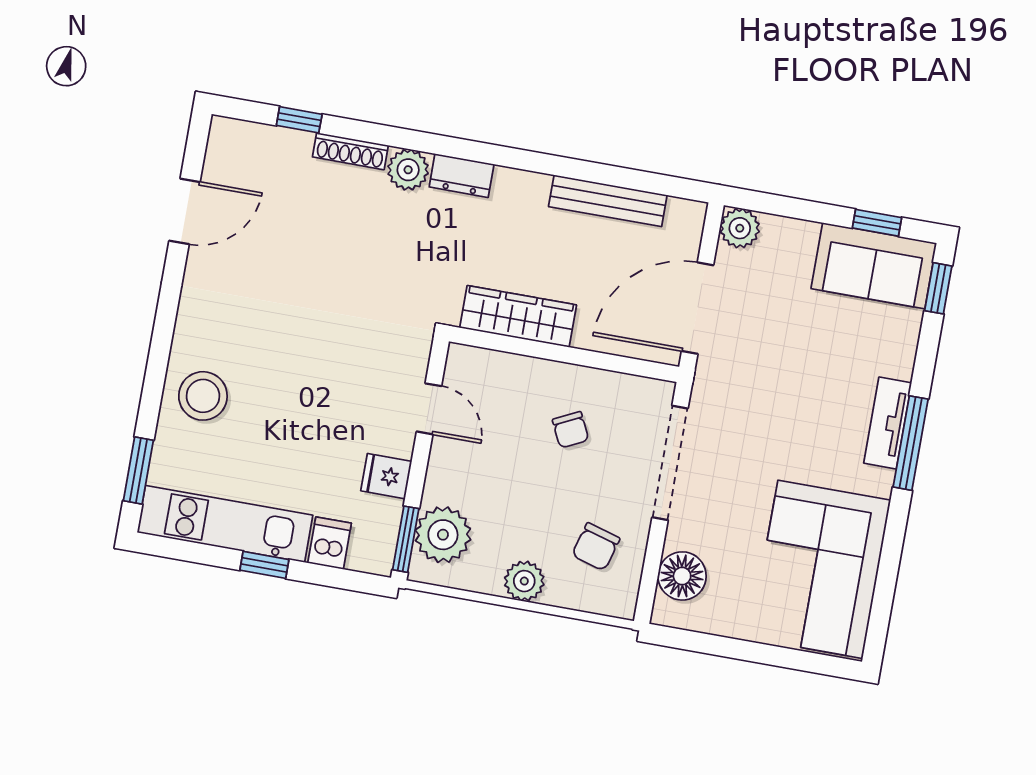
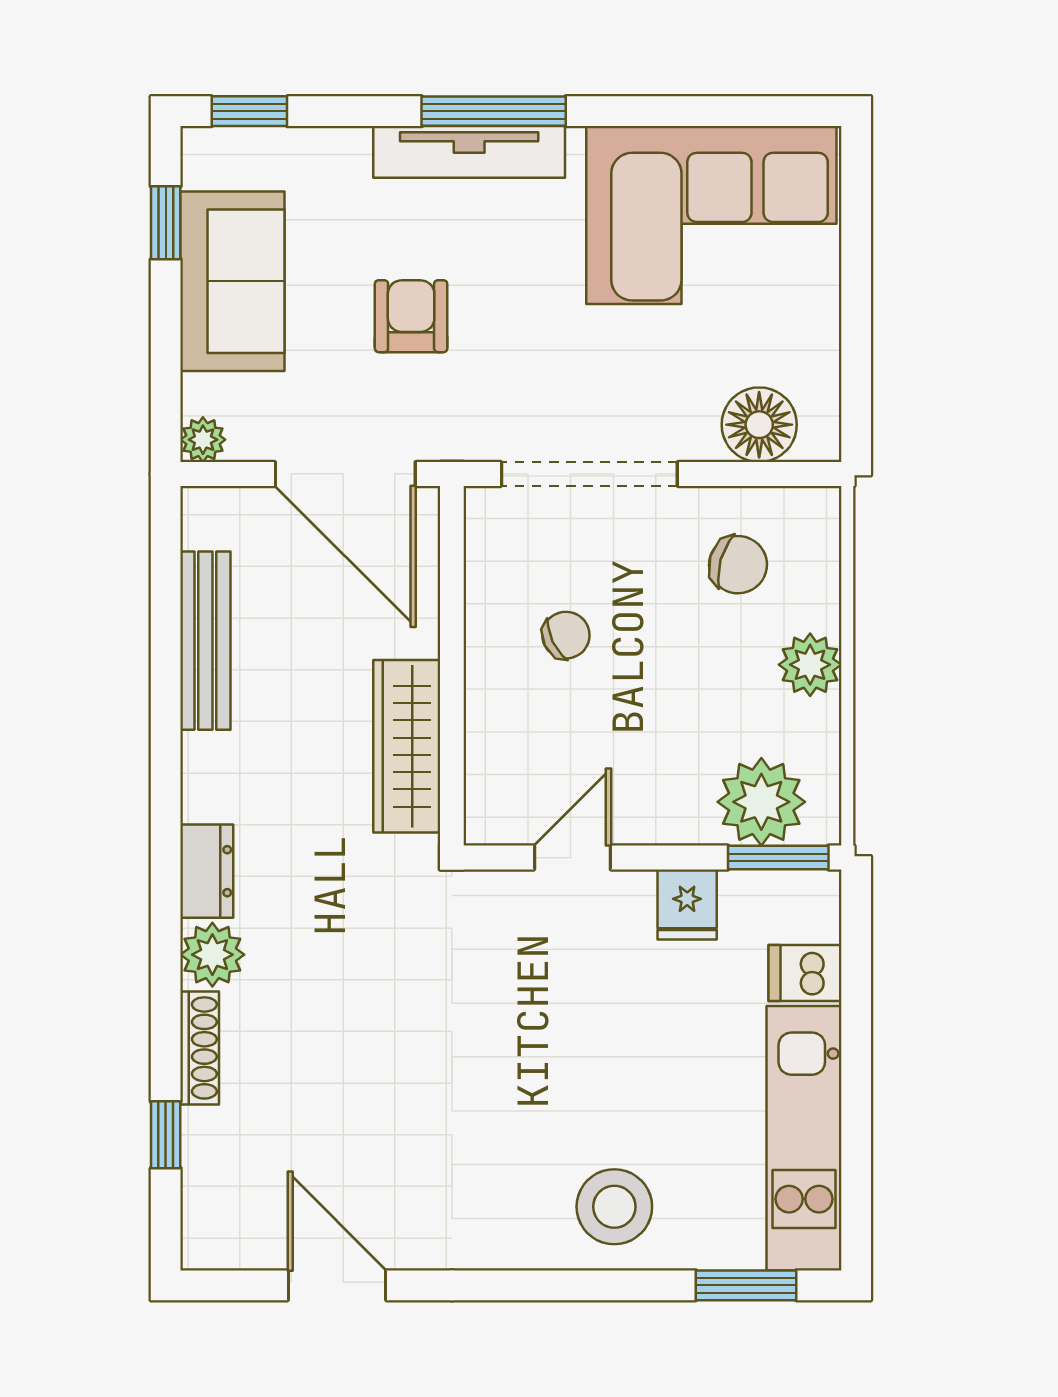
plant: (740, 228) -> (203, 440), width x0.73, depth x0.73
sofa: (874, 266) -> (232, 281), moved
armchair: (790, 368) -> (411, 316), added
tv unit: (888, 423) -> (469, 152), width x1.41
window: (264, 565) -> (856, 1067), removed

